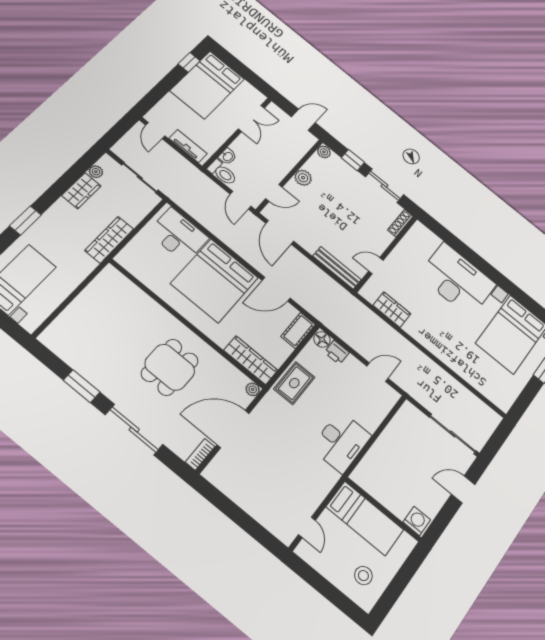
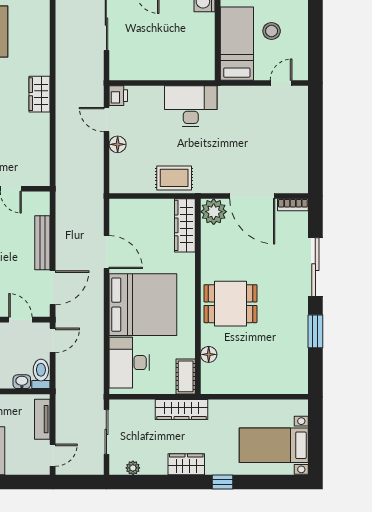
wardrobe: (81, 191) -> (186, 464), moved
window: (25, 220) -> (222, 482), width x0.67
bench: (337, 268) -> (42, 243), moved
floor lamp: (135, 294) -> (209, 354), added
wardrobe: (392, 310) -> (39, 94), moved
cot: (298, 330) -> (186, 376), moved, turned 90
floor lamp: (322, 339) -> (118, 144), moved
printer: (337, 352) -> (118, 96), moved
dining table: (170, 367) -> (230, 304), moved
plant: (253, 389) -> (214, 212), width x1.88, depth x1.88
stool: (363, 576) -> (272, 31), moved

